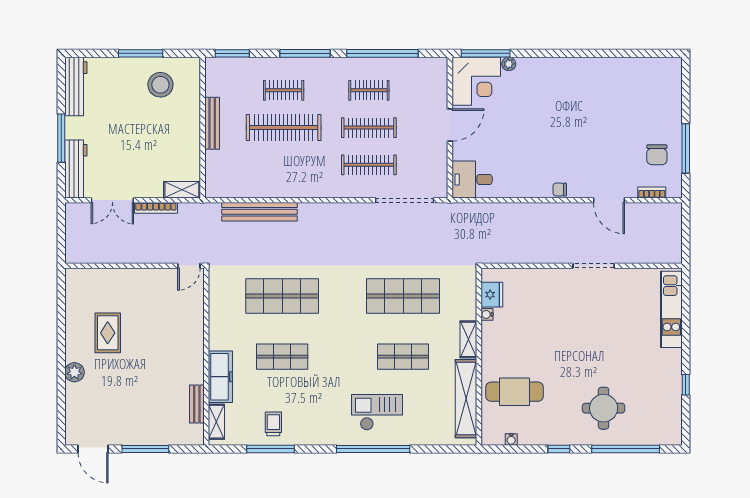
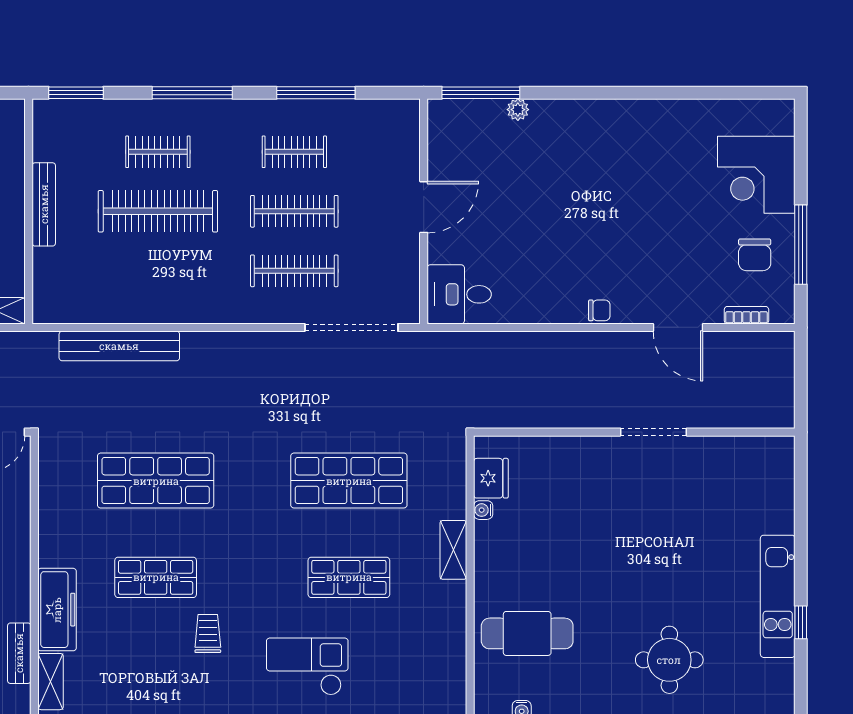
window: (382, 53) -> (316, 93), width x0.68
corner desk: (476, 81) -> (756, 175), moved, turned 90
chair: (560, 190) -> (599, 310), turned 180
kitchen unit: (671, 309) -> (778, 596), moved
shelving: (466, 399) -> (450, 645), removed
trolley: (273, 424) -> (208, 634), moved

